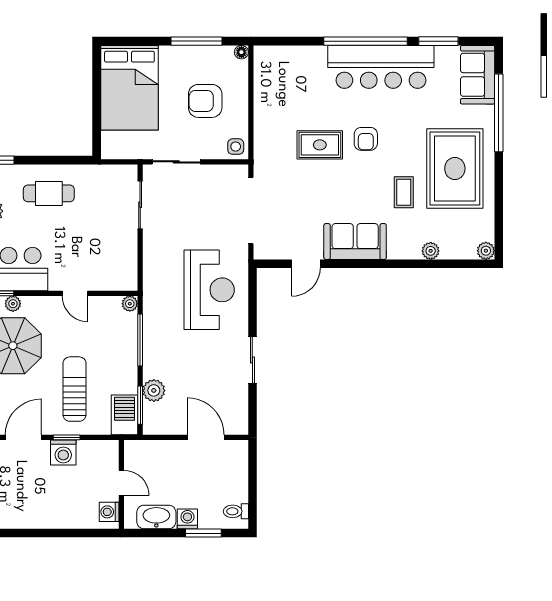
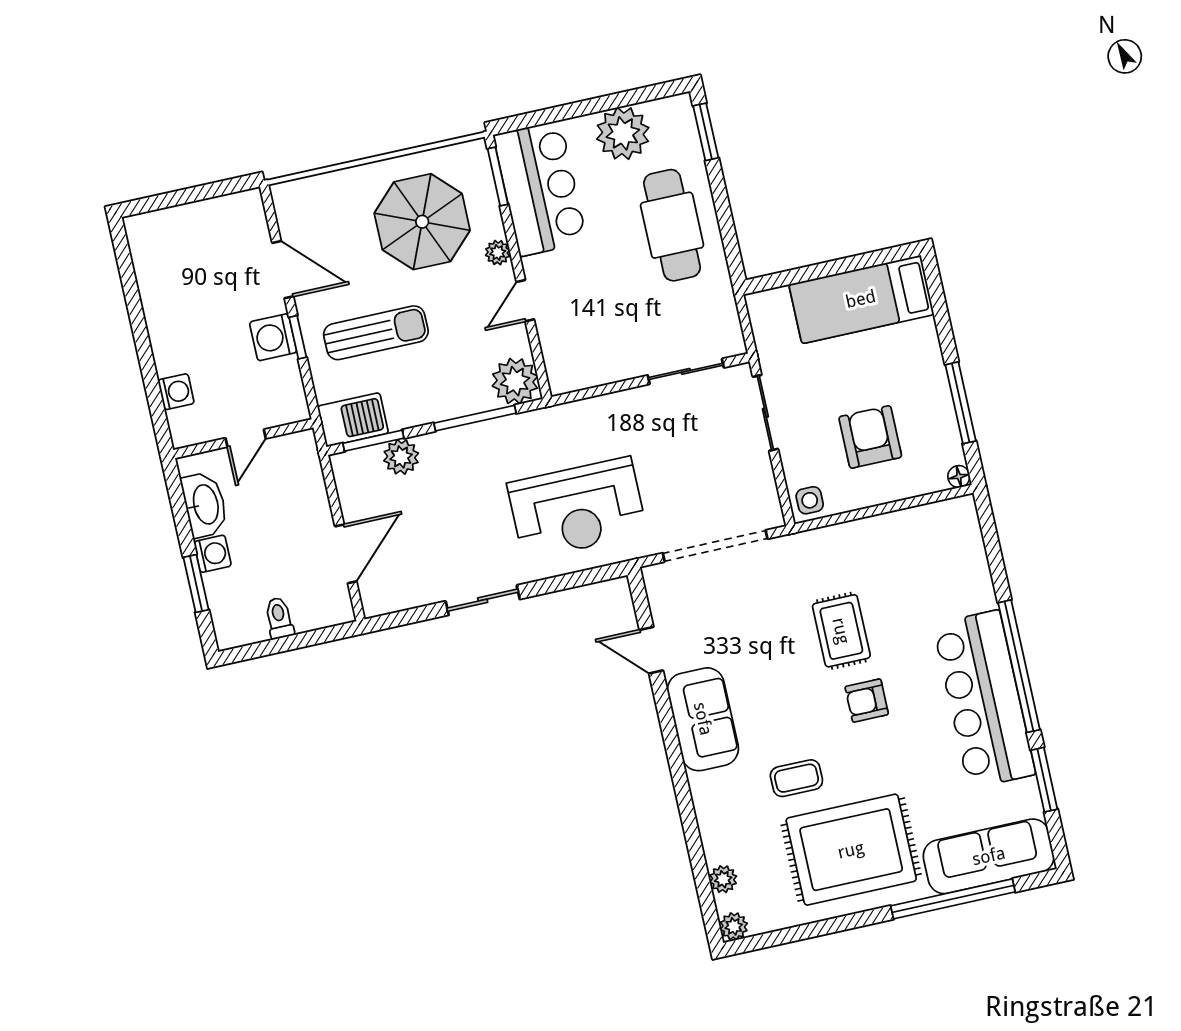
sofa: (478, 75) -> (989, 856), width x1.36
bed: (129, 88) -> (861, 299), width x0.67
cafe table: (49, 193) -> (672, 225), width x1.37, depth x1.35
plant: (431, 251) -> (723, 879), moved
plant: (13, 304) -> (498, 253), moved
plant: (130, 304) -> (515, 381), width x1.88, depth x1.88
toilet: (236, 511) -> (279, 618), moved
washing machine: (109, 512) -> (176, 392), moved, turned 90

